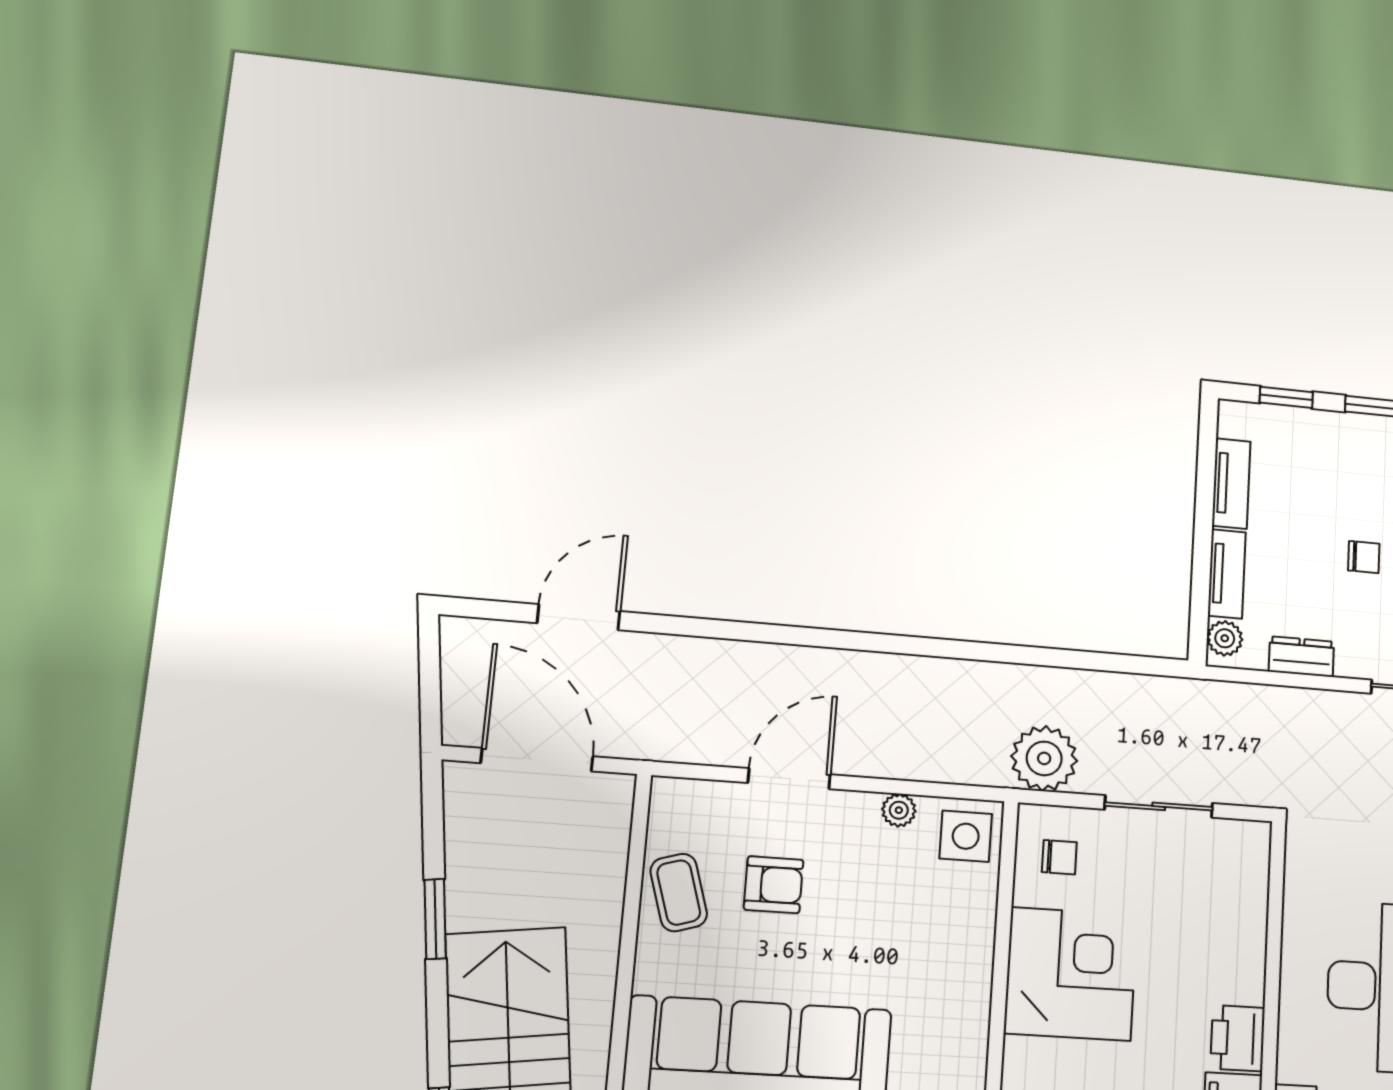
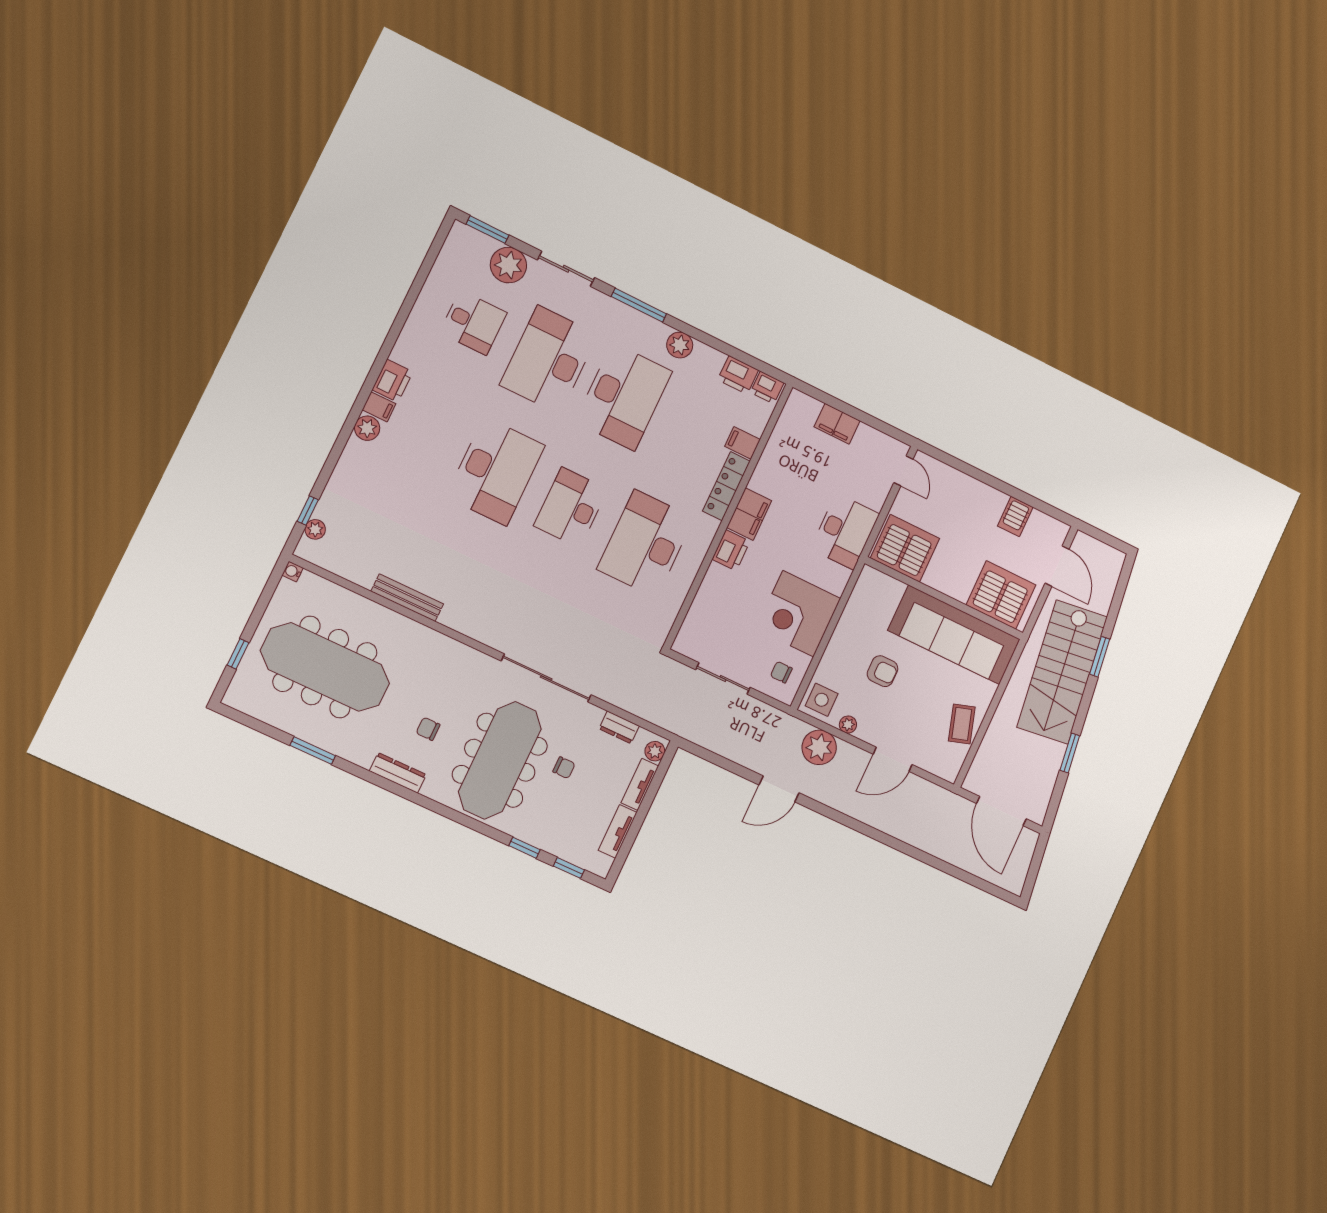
chair: (1364, 557) -> (564, 768), turned 180
door: (579, 617) -> (779, 789), moved
plant: (1044, 758) -> (819, 747), moved
armchair: (774, 885) -> (882, 671), moved, turned 180

